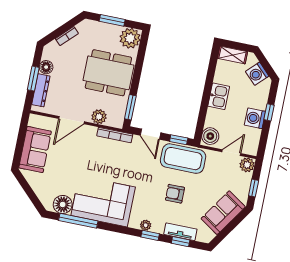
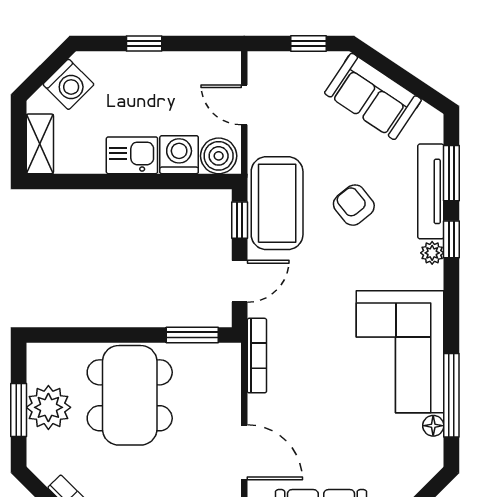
plant: (130, 38) -> (48, 407), moved
plant: (99, 117) -> (225, 396), removed
washing machine: (255, 118) -> (179, 155), moved, turned 180
plant: (247, 165) -> (263, 67), removed
armchair: (175, 194) -> (354, 205), turned 141
floor lamp: (63, 204) -> (433, 426), width x0.53, depth x0.53
tv unit: (180, 232) -> (431, 191), width x1.41
window: (181, 242) -> (451, 173), width x1.50

